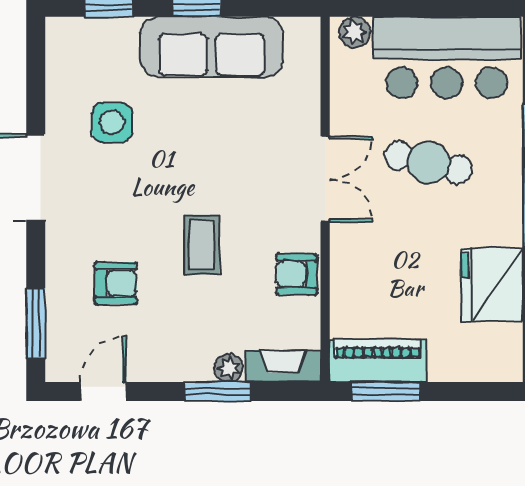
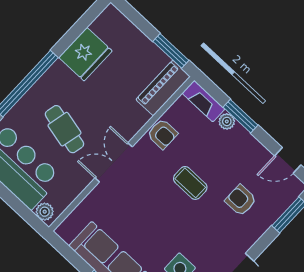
coffee table: (202, 245) -> (190, 183), turned 90
piano: (378, 361) -> (163, 88), moved, turned 90

